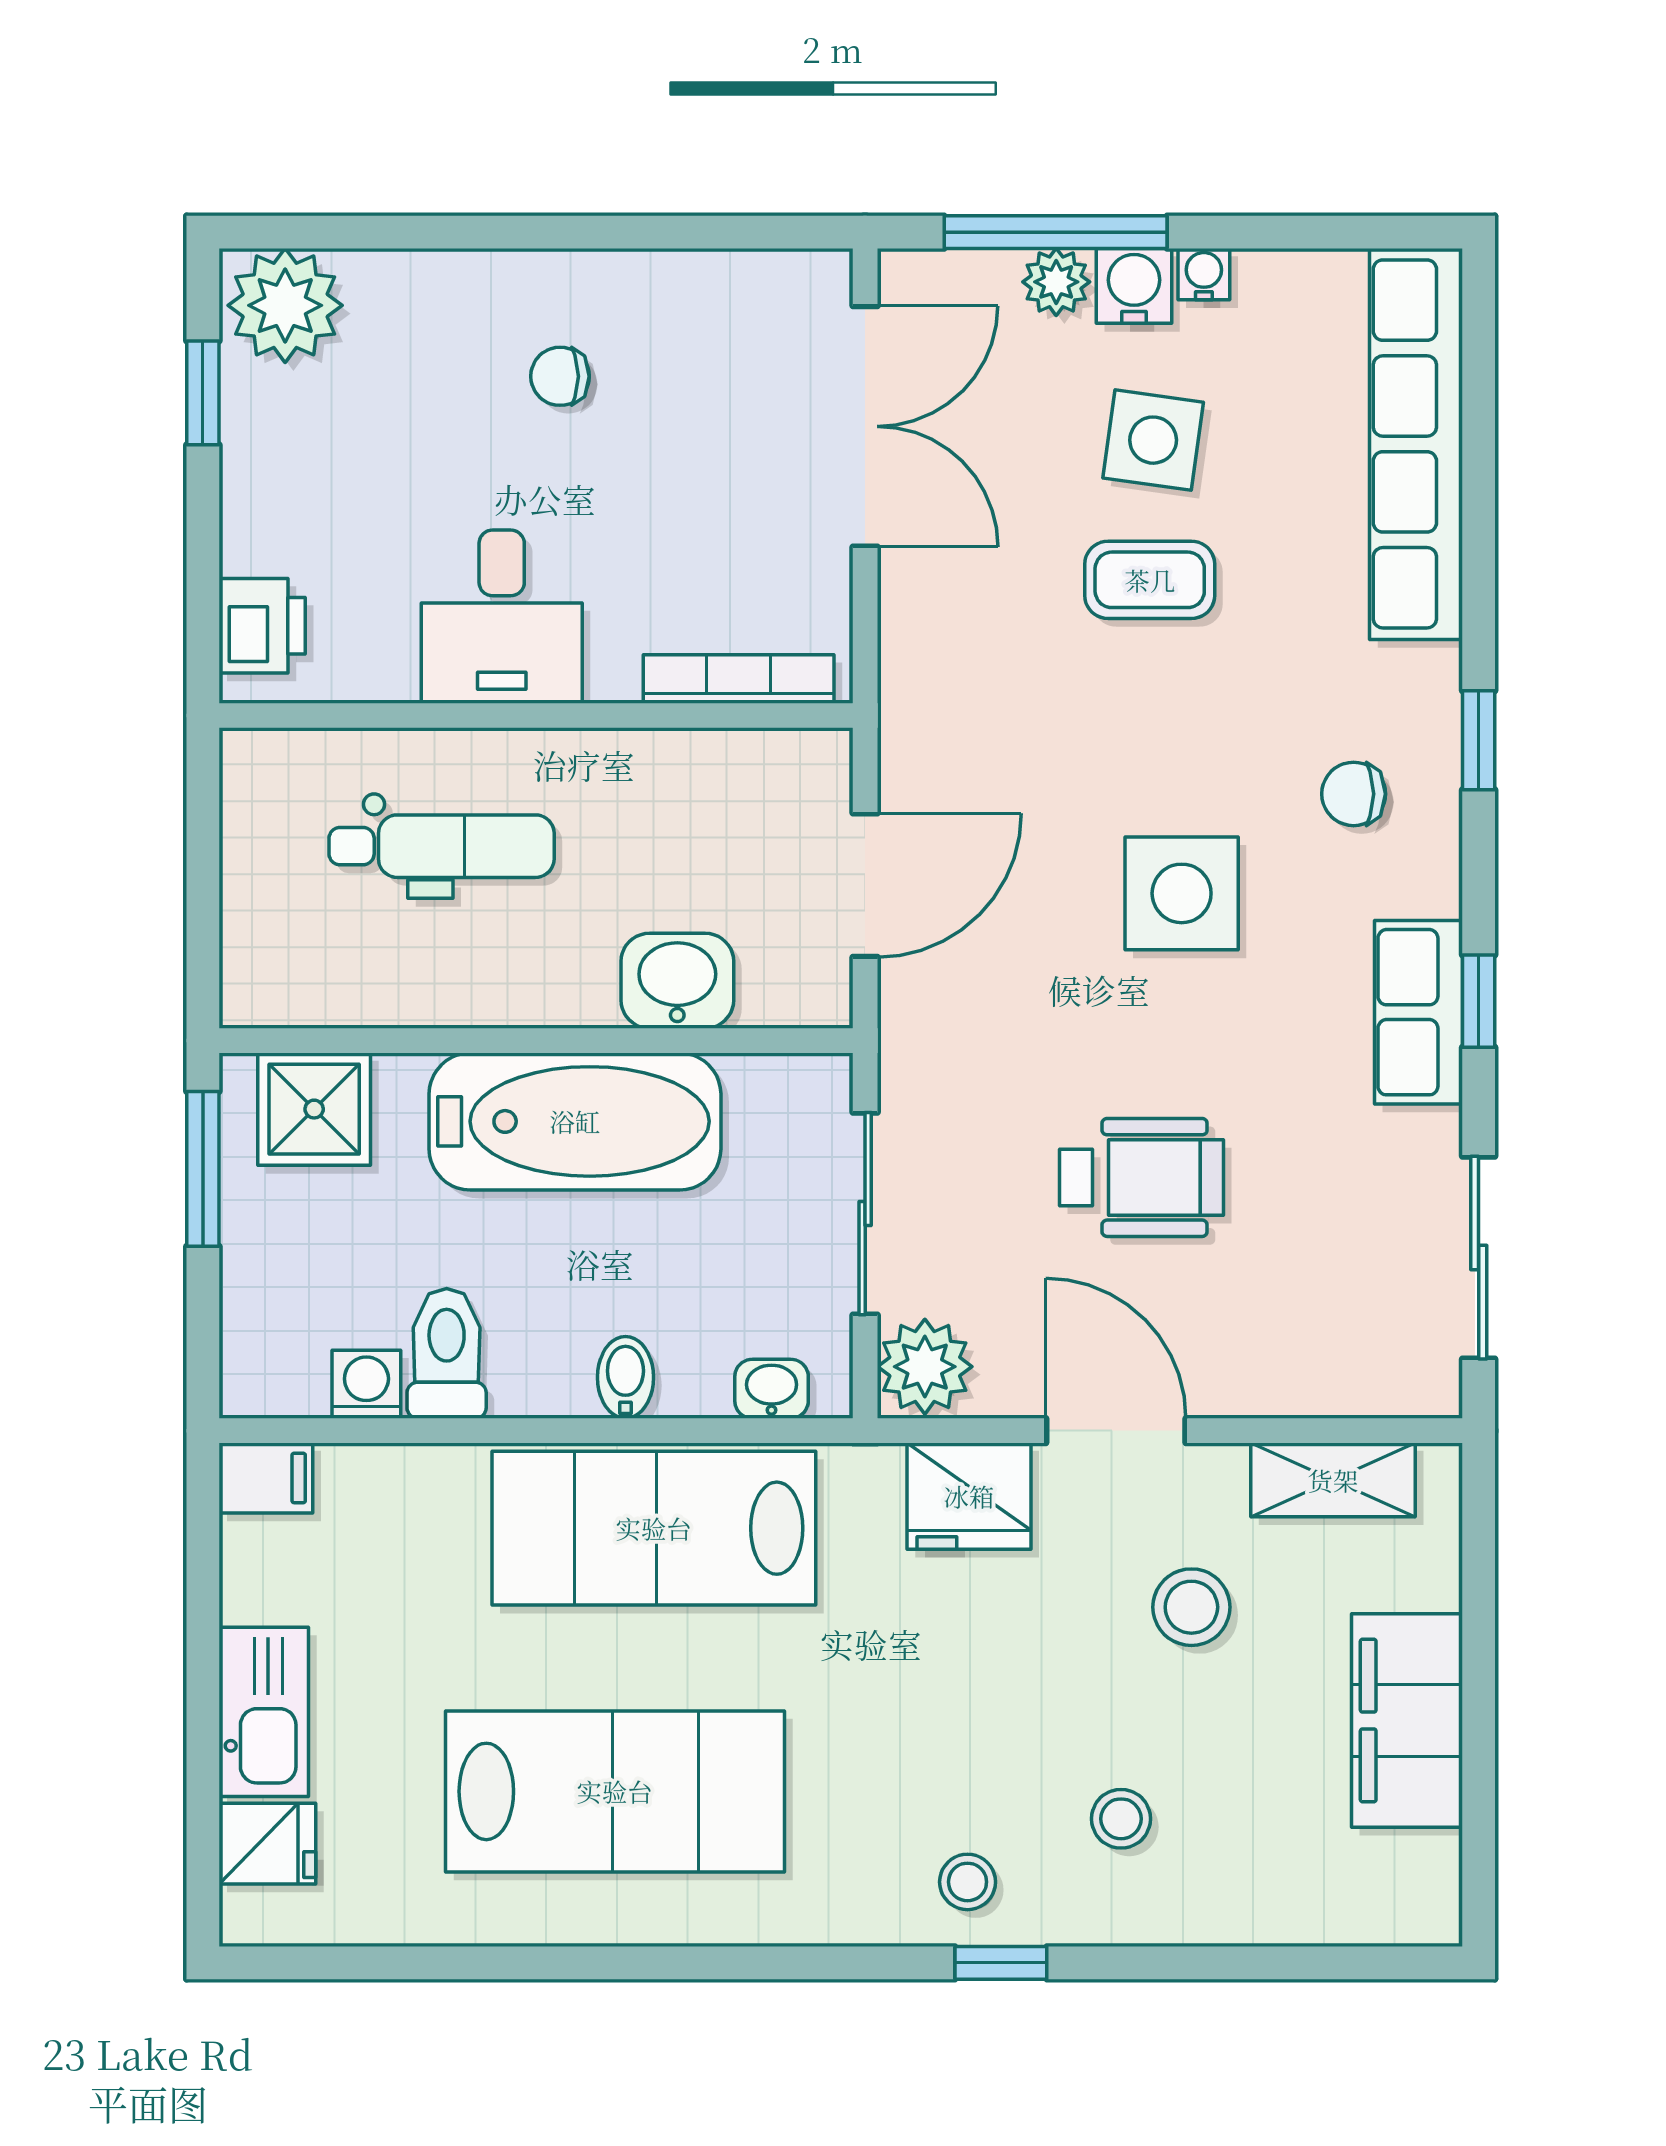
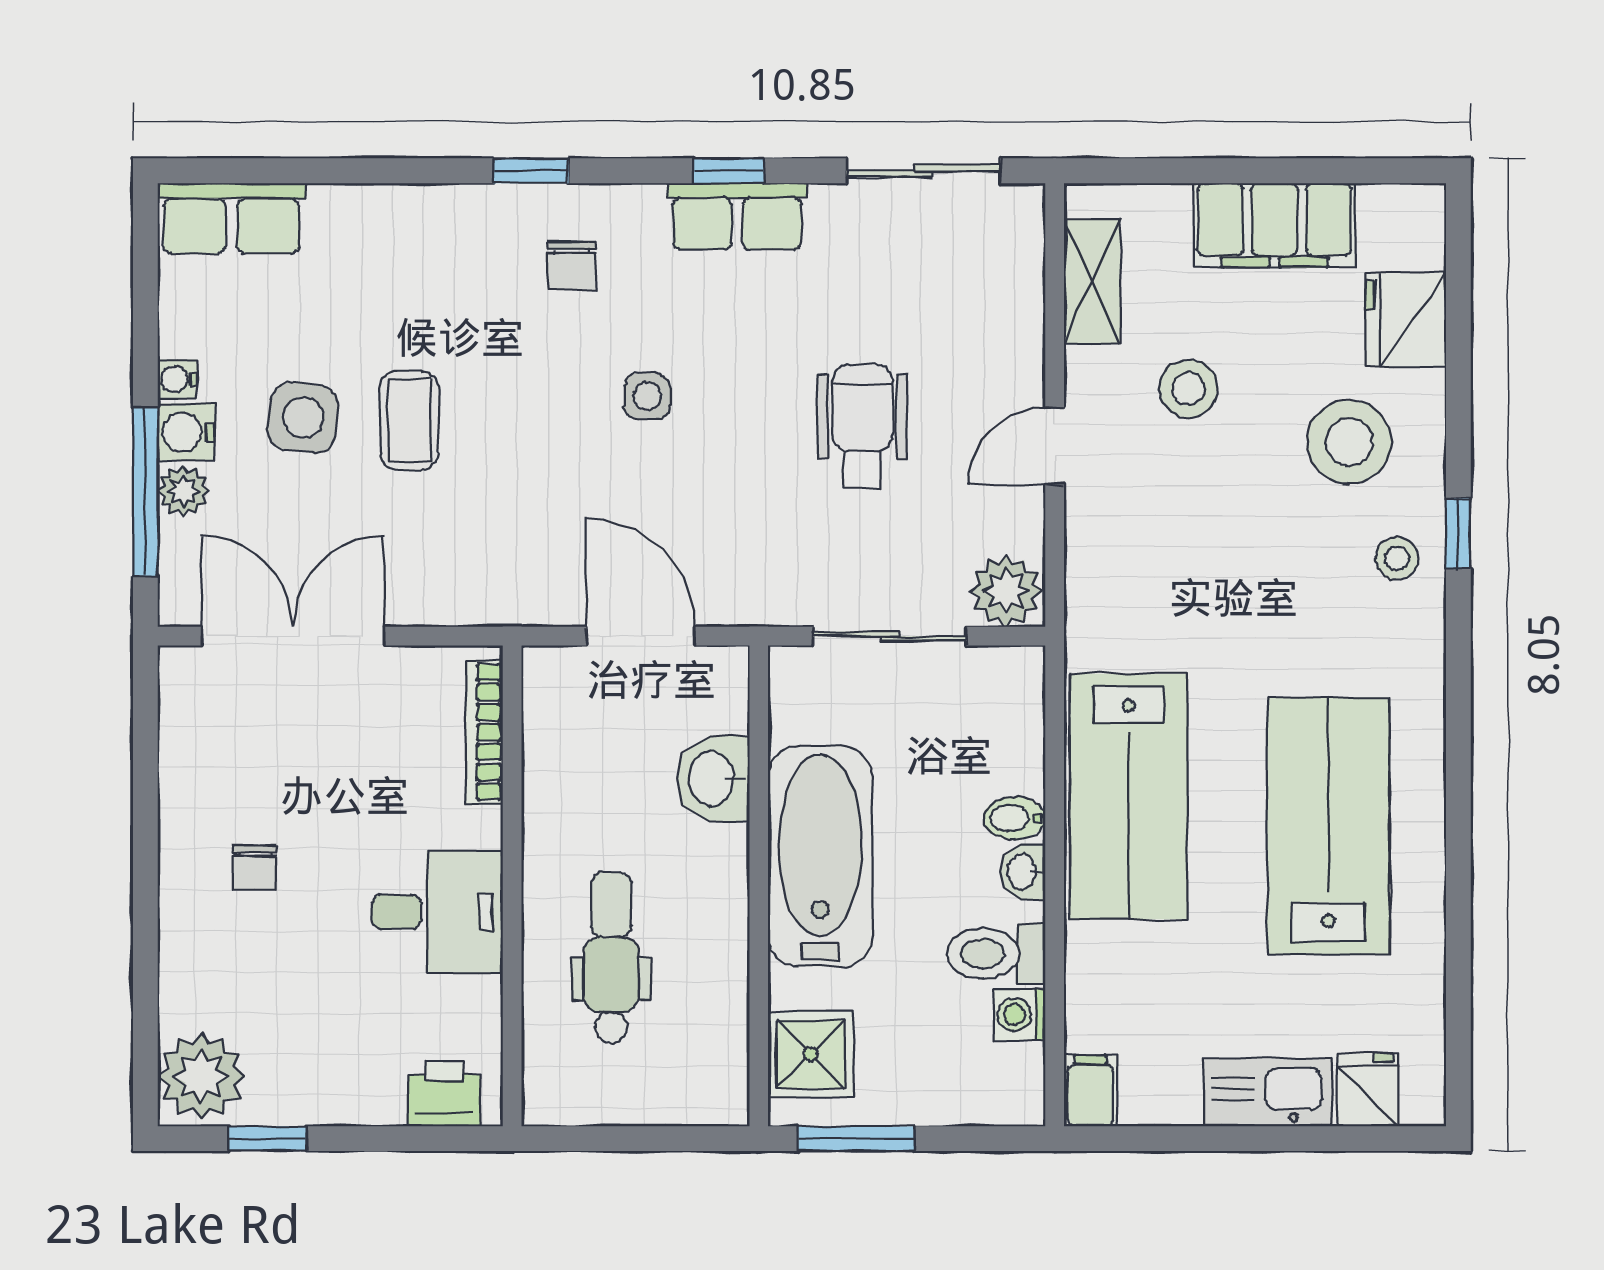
row of seats: (1416, 444) -> (231, 218), width x0.50
side table: (1182, 893) -> (647, 396), width x0.54, depth x0.54
washbasin: (772, 1389) -> (1023, 872), moved
door: (1116, 1431) -> (1055, 446), width x0.73
fridge: (969, 1496) -> (1406, 319), moved, turned 180
stool: (1121, 1819) -> (1349, 442), width x1.89, depth x1.89

